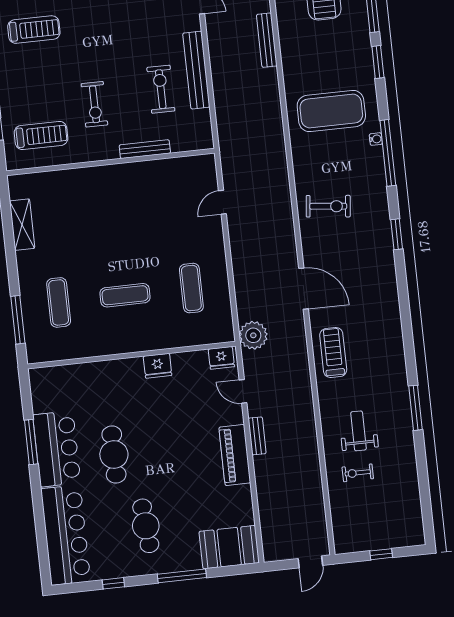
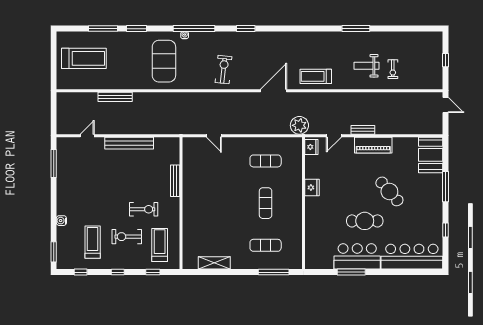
exercise bike: (161, 89) -> (127, 237), moved
cafe table: (146, 526) -> (389, 191), moved, turned 54

